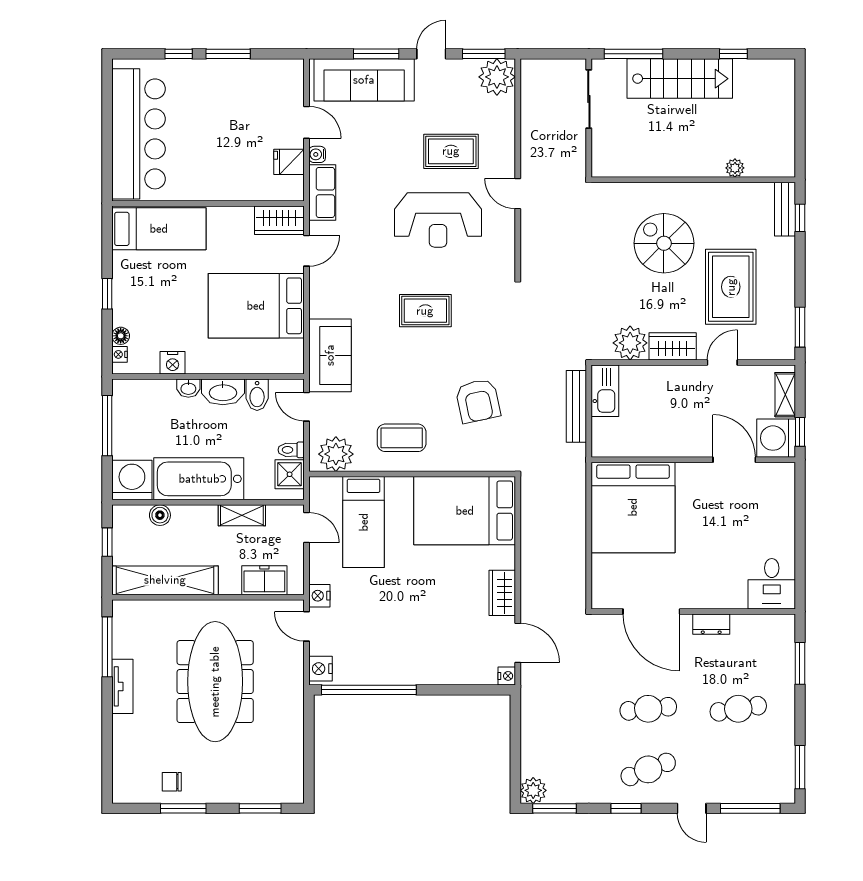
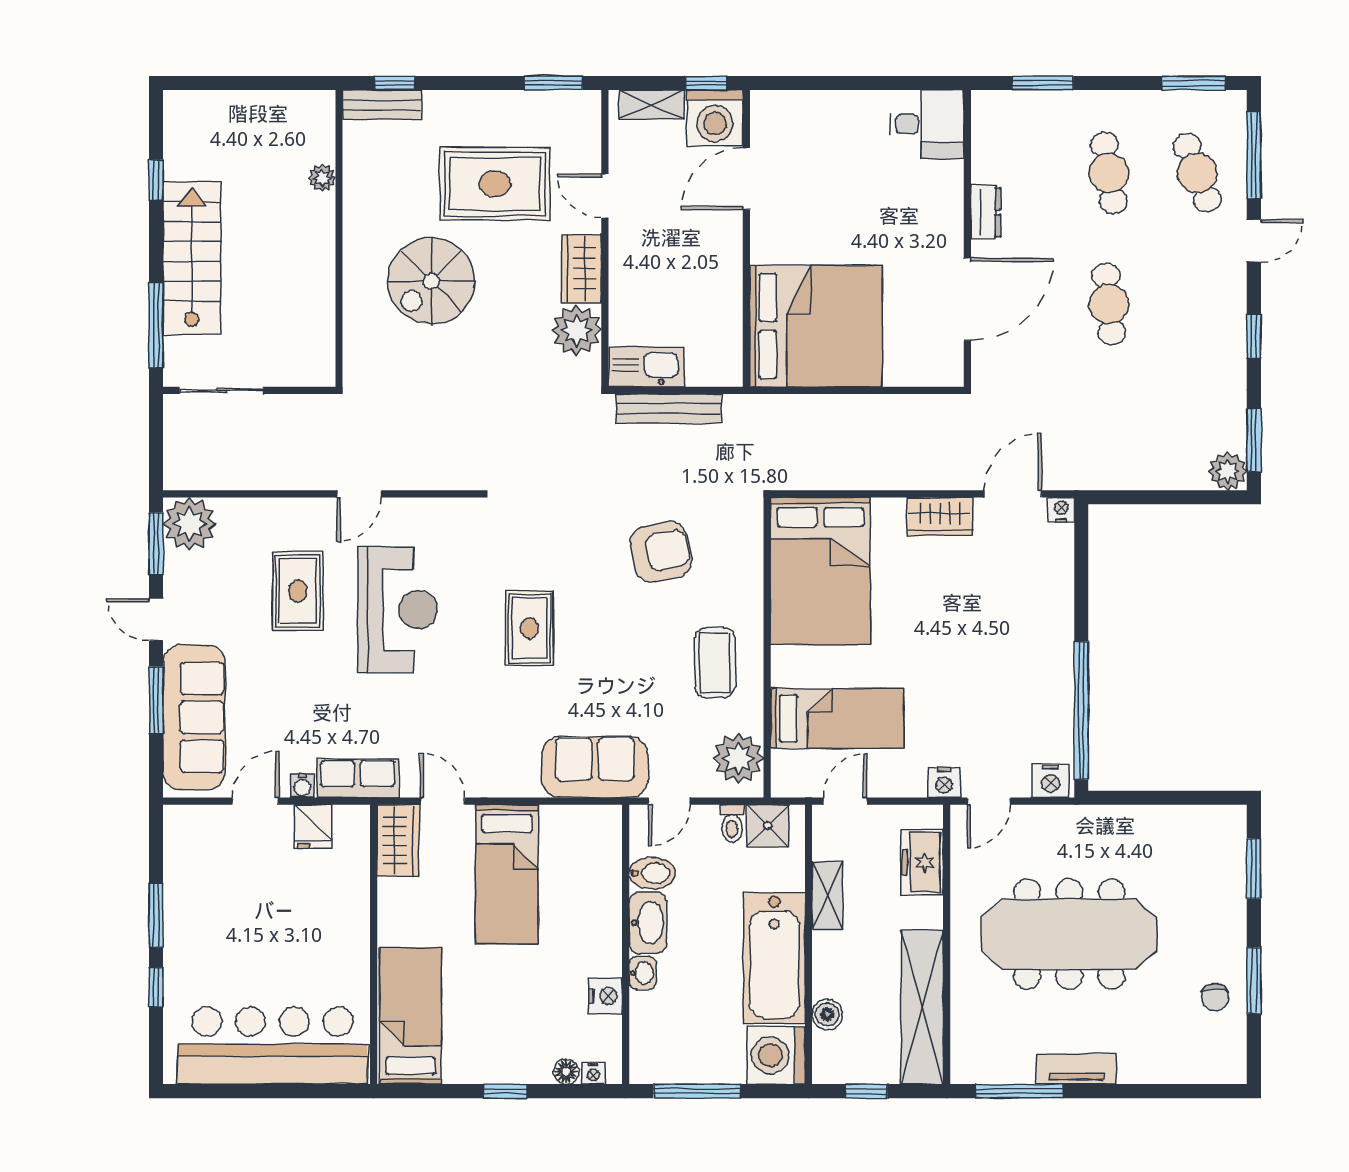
bed: (256, 306) -> (507, 874), width x0.67
cafe table: (648, 769) -> (1197, 173), moved

